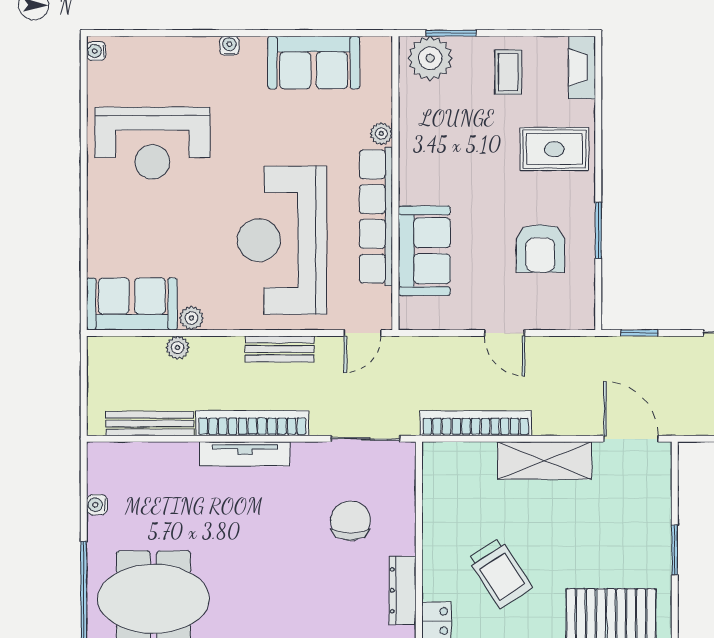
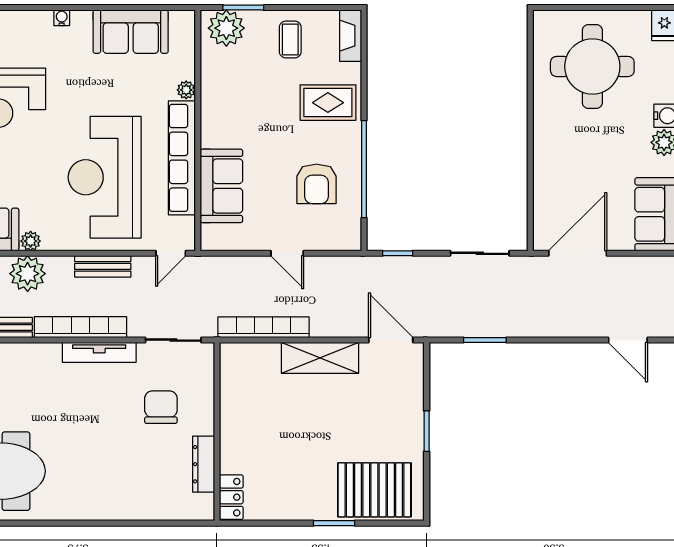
window: (598, 230) -> (364, 169), width x2.11
plant: (178, 348) -> (28, 274), width x1.87, depth x1.87
tv unit: (245, 454) -> (99, 352), moved
trolley: (500, 573) -> (283, 450), removed

